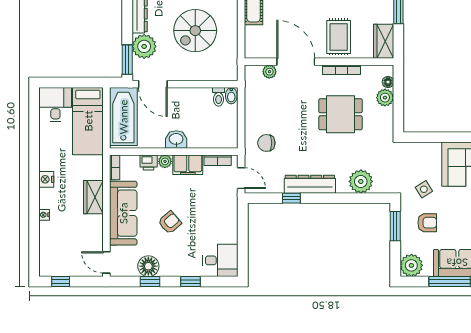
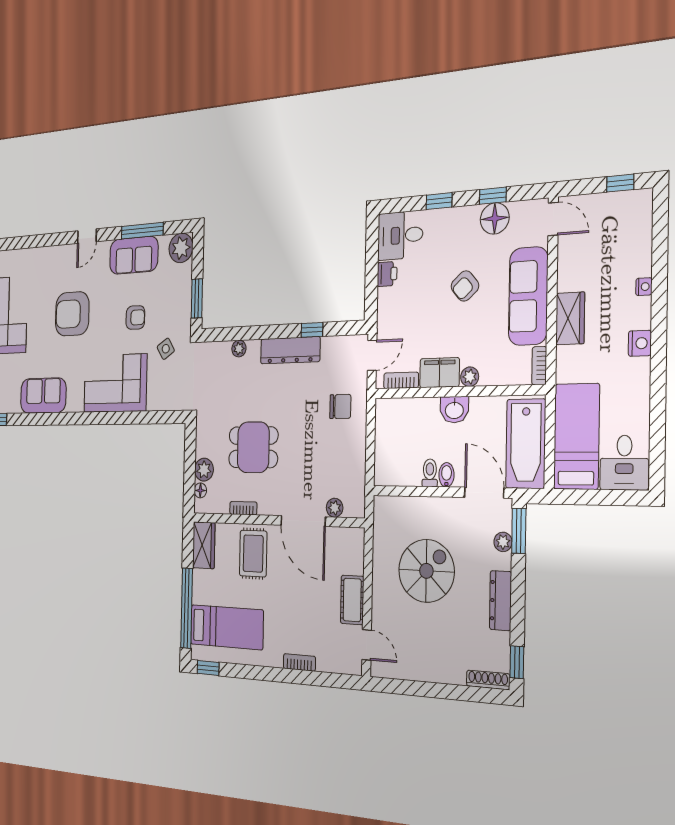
plant: (144, 46) -> (503, 542), width x0.53, depth x0.53
bookcase: (341, 70) -> (243, 508), width x0.64
bidet: (231, 96) -> (446, 475), moved
toilet: (219, 97) -> (430, 473), moved
printer: (149, 162) -> (387, 274), moved, turned 90
door: (241, 178) -> (372, 355), swing flipped
plant: (361, 181) -> (239, 349), width x0.53, depth x0.53
armchair: (427, 223) -> (135, 317), moved, turned 180

